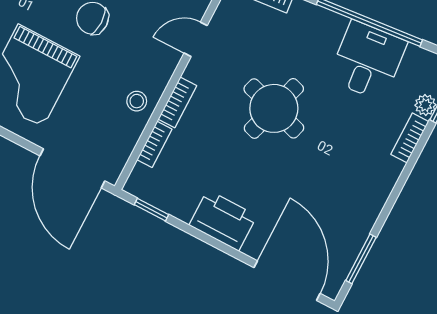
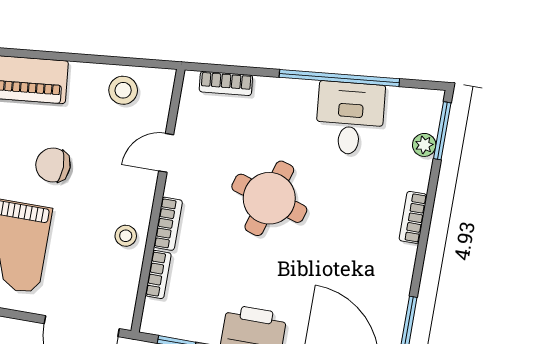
bookcase: (410, 138) -> (413, 217), moved

